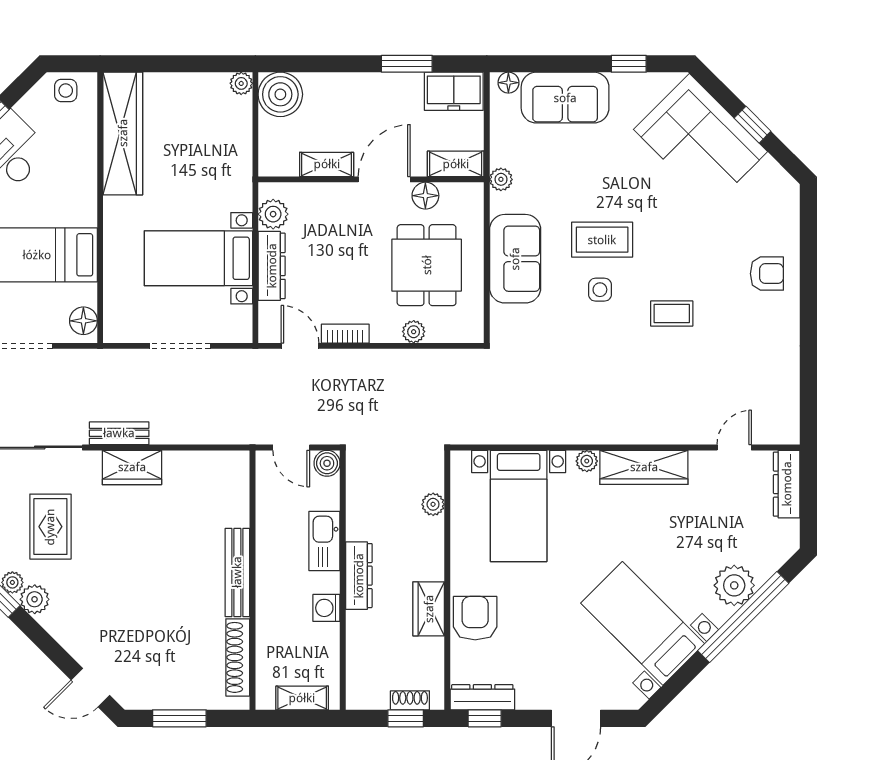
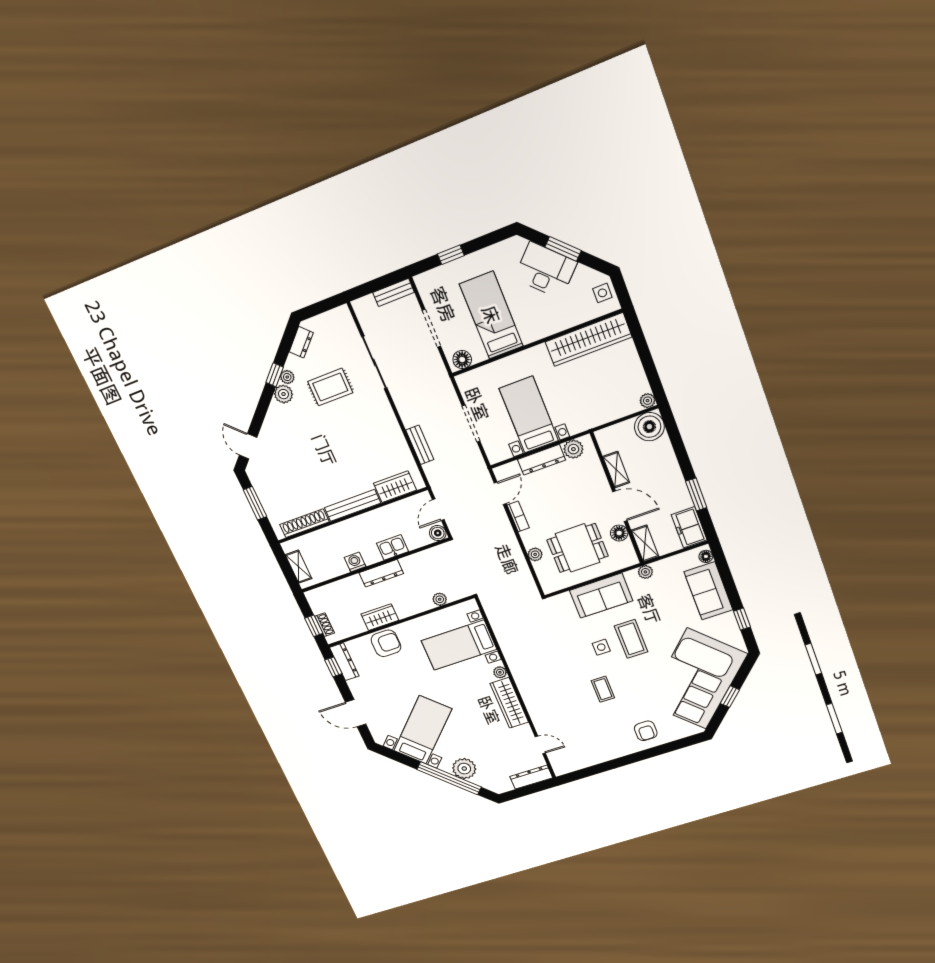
corner sofa: (701, 140) -> (697, 679), width x1.36, depth x1.36
bench: (119, 433) -> (420, 445), moved
wardrobe: (132, 467) -> (395, 487), moved, turned 90
kitchen sink: (324, 541) -> (392, 547), width x0.73

